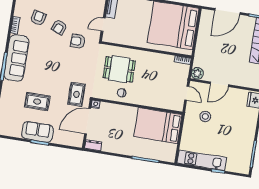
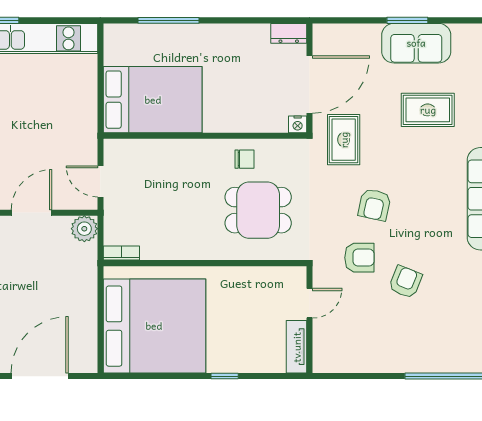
armchair: (38, 18) -> (374, 205), moved
stool: (205, 116) -> (51, 136), removed

